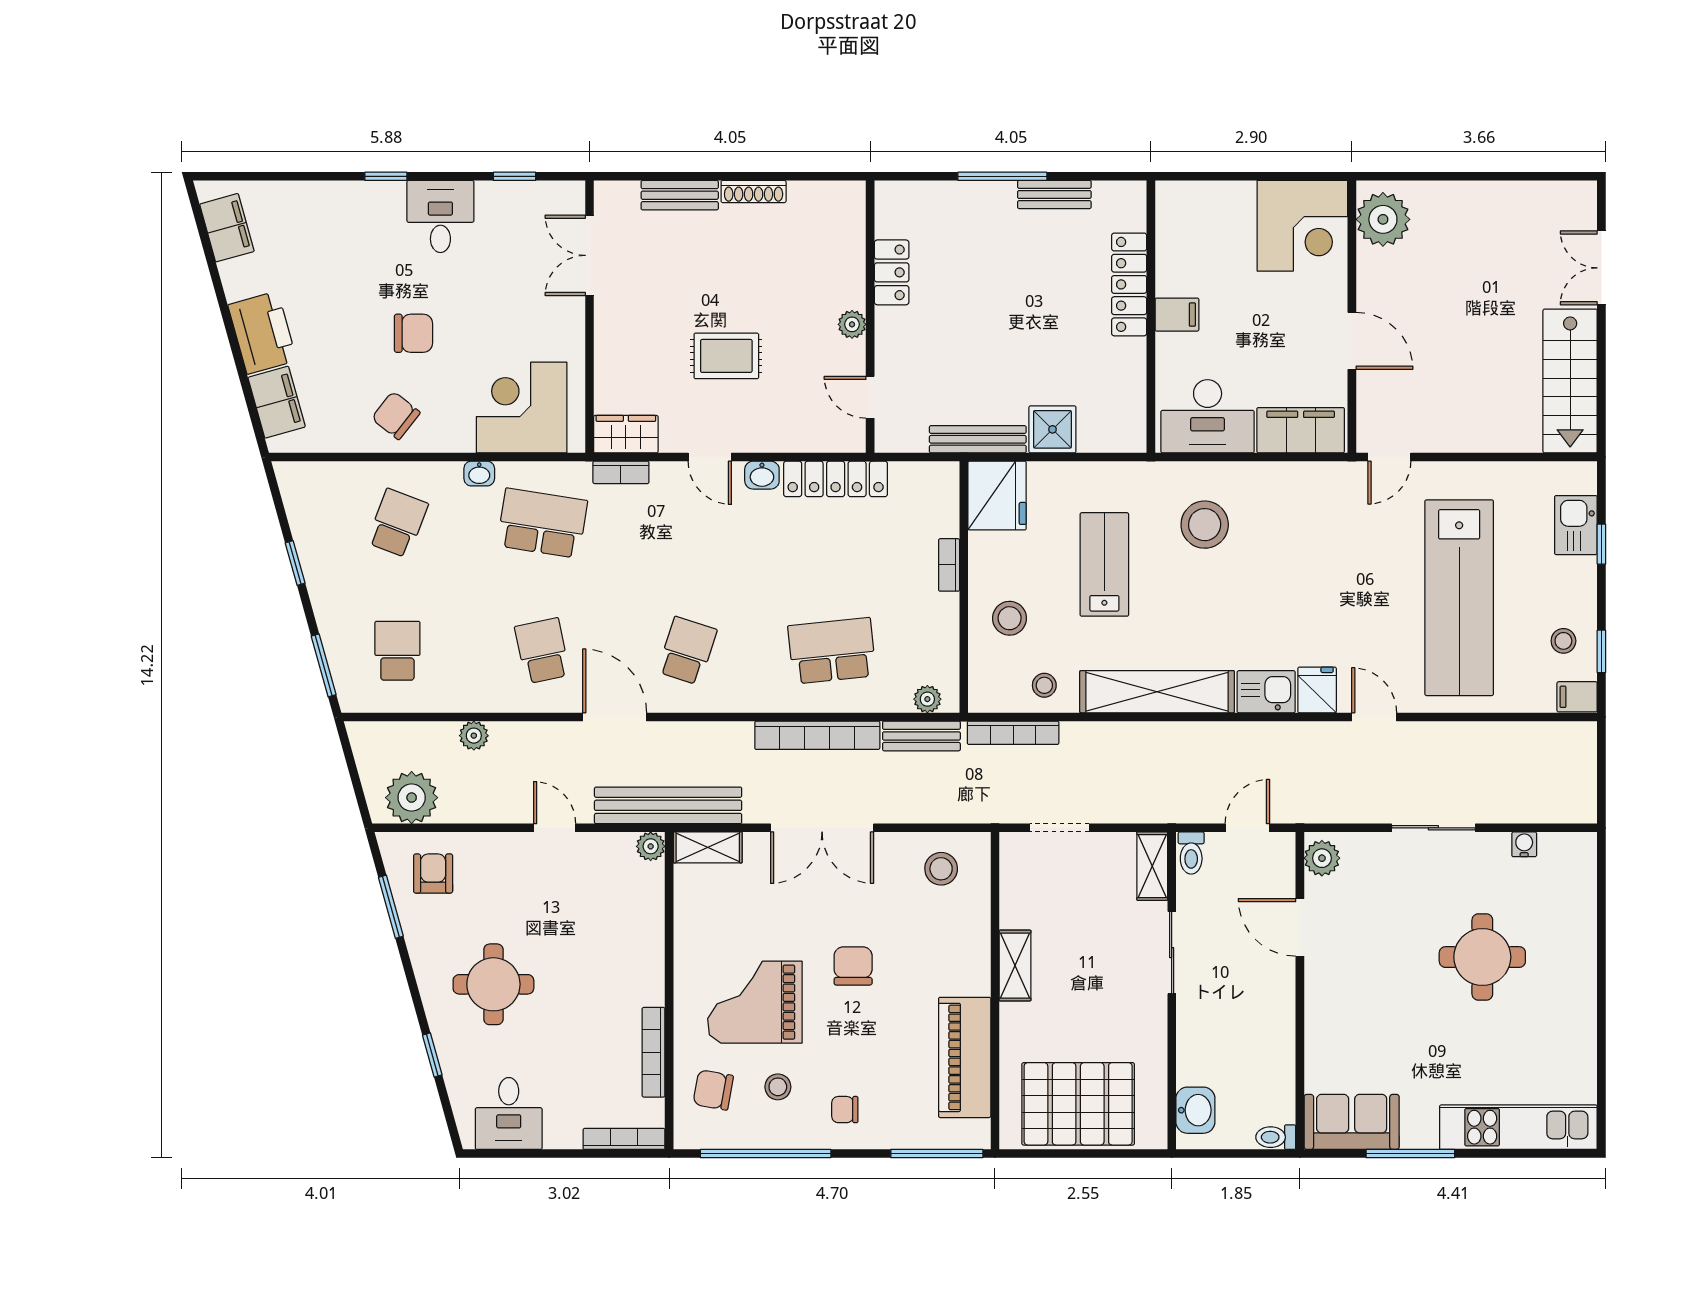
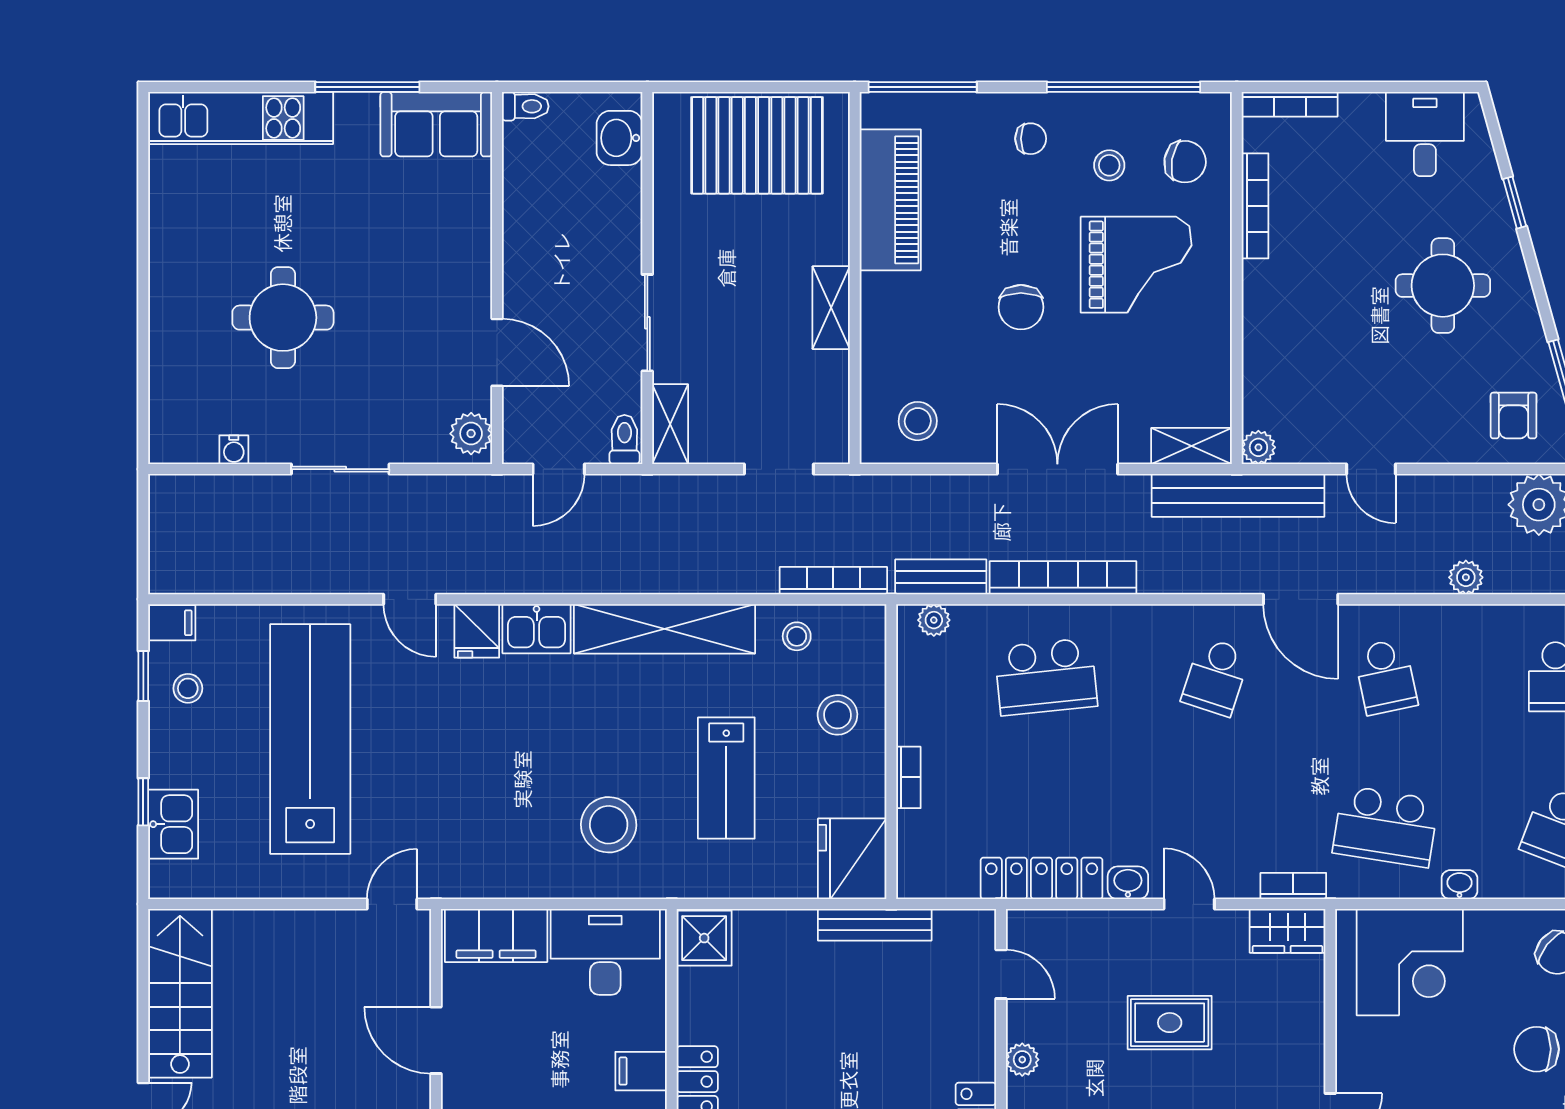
shower: (1052, 429) -> (704, 938), moved

